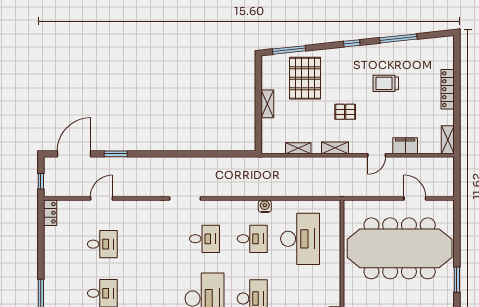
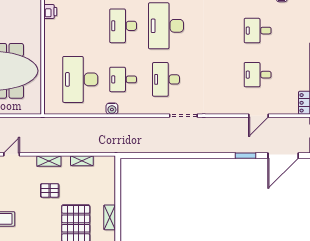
shelving: (267, 104) -> (110, 217), moved
pallet: (345, 112) -> (50, 190), moved
desk: (204, 239) -> (166, 79), width x1.37

